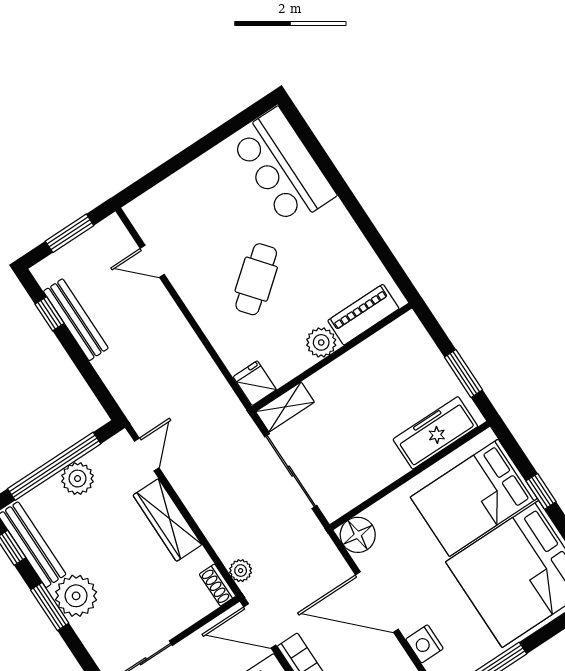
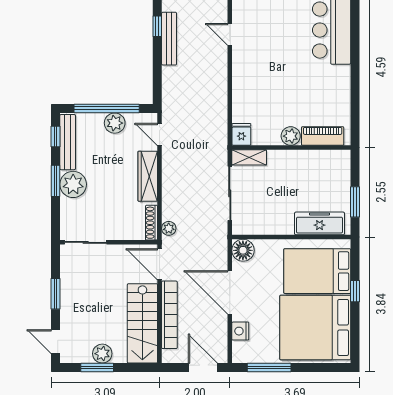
cafe table: (256, 279) -> (278, 80), removed
door: (147, 455) -> (160, 134), swing flipped
shoe rack: (217, 585) -> (152, 223), width x1.43

